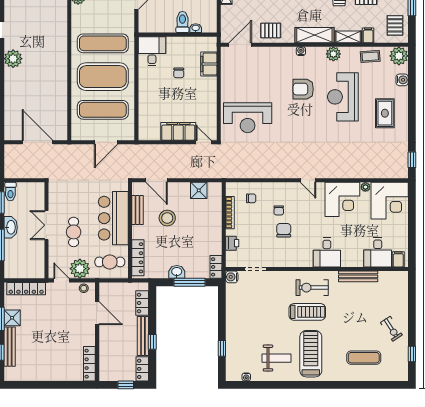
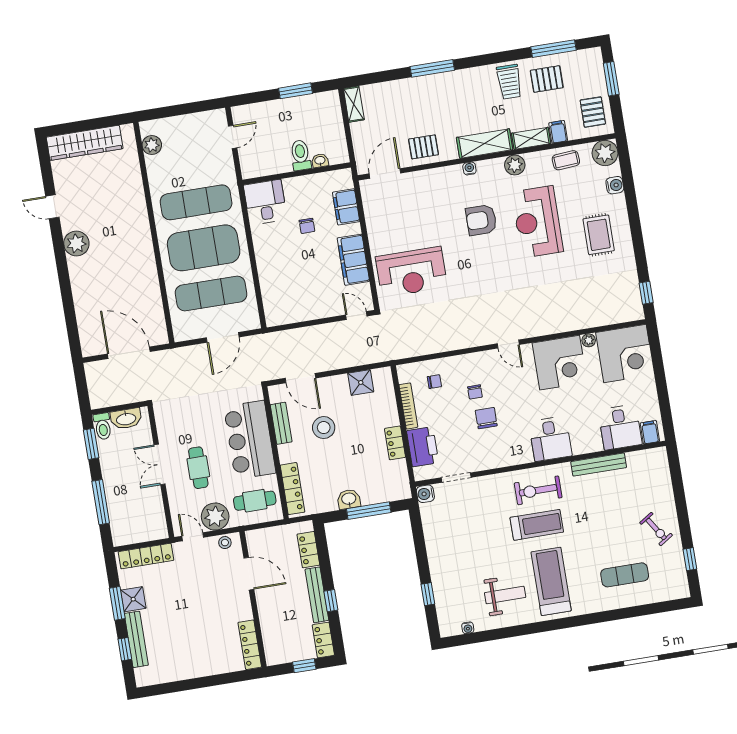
filing cabinet: (178, 131) -> (353, 260), moved, turned -90
washbasin: (11, 227) -> (126, 419), moved, turned 90
printer: (232, 243) -> (423, 447), width x1.87, depth x1.48
locker: (216, 267) -> (395, 443), moved

